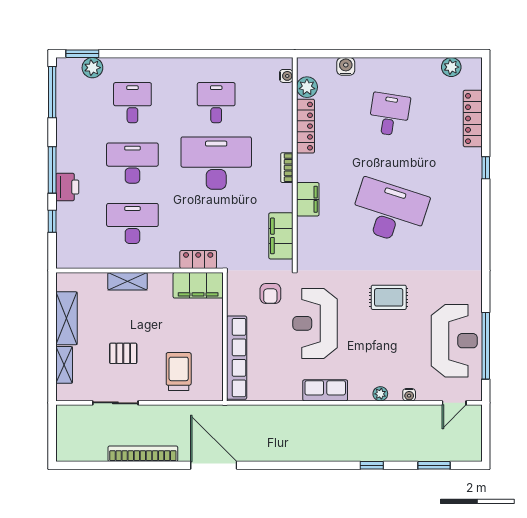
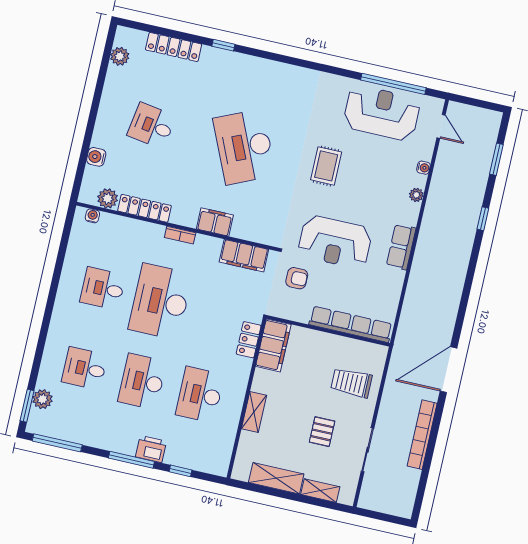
desk: (389, 212) -> (244, 147), turned -42

